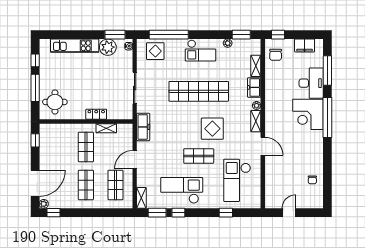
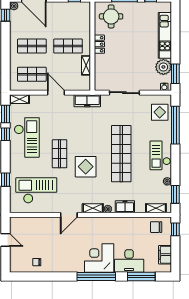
shelving: (256, 66) -> (156, 208), moved
locker: (96, 114) -> (99, 44), moved

